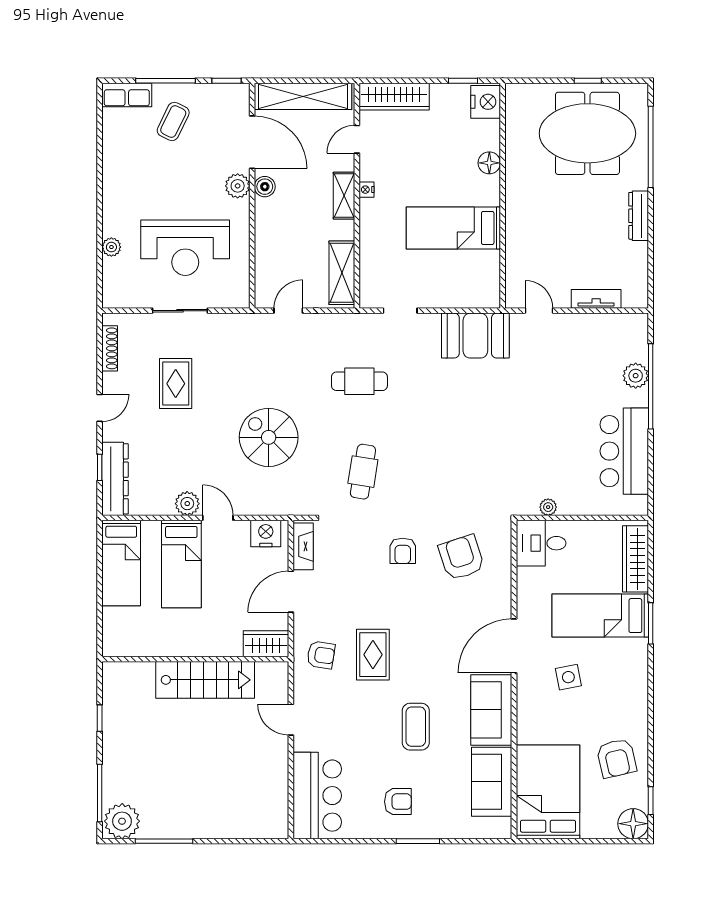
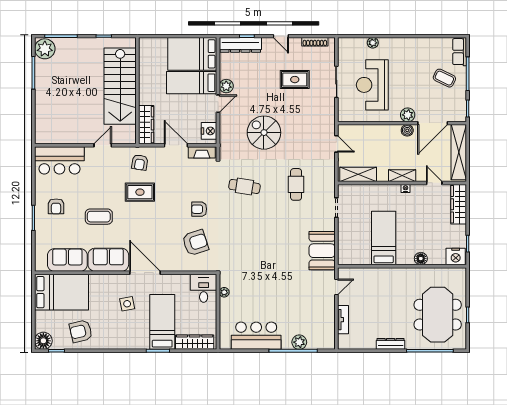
spiral stairs: (269, 437) -> (264, 133), turned -90
bed: (121, 563) -> (192, 54), width x1.50
wardrobe: (266, 644) -> (146, 125), width x1.50
stairs: (205, 680) -> (120, 86), width x1.36, depth x1.51

